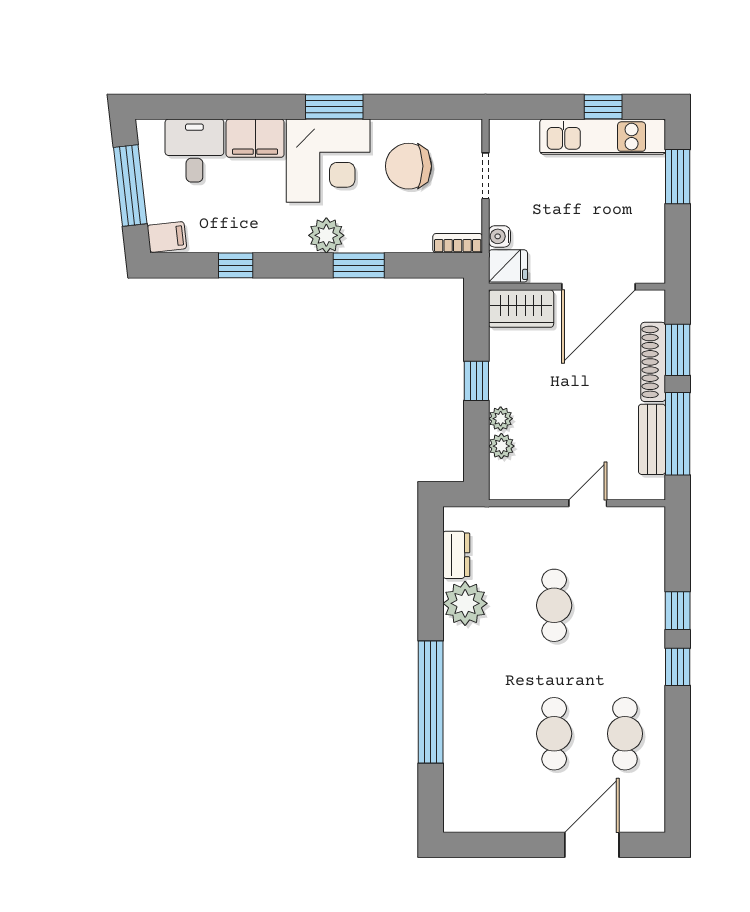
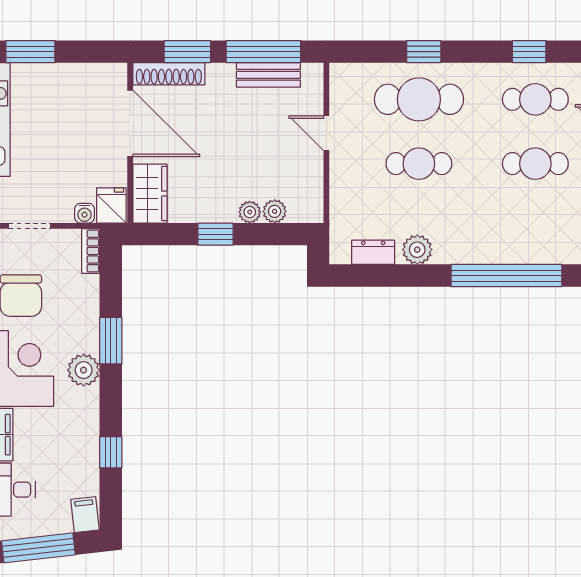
shoe rack: (653, 362) -> (169, 74), moved
plant: (465, 603) -> (417, 250), width x0.73, depth x0.73
cafe table: (625, 605) -> (419, 99), added
window: (678, 667) -> (529, 52), moved

